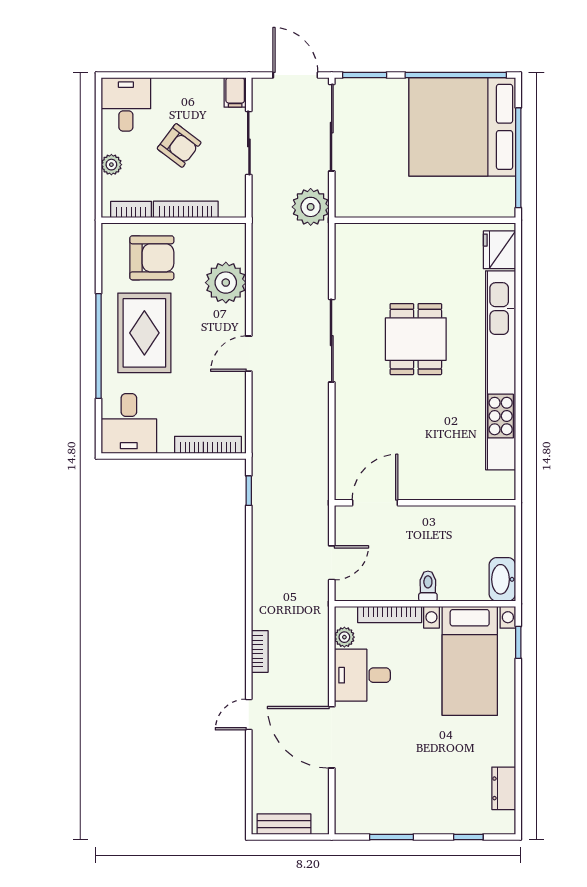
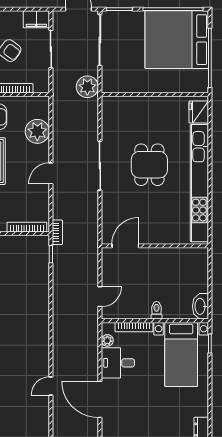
filing cabinet: (235, 92) -> (36, 19), width x2.00
door: (375, 503) -> (125, 246), moved
wall: (425, 503) -> (155, 246), moved
bookcase: (260, 651) -> (57, 232), moved

